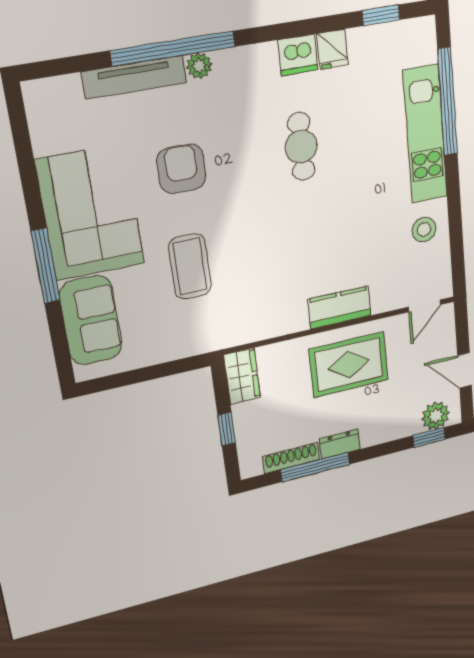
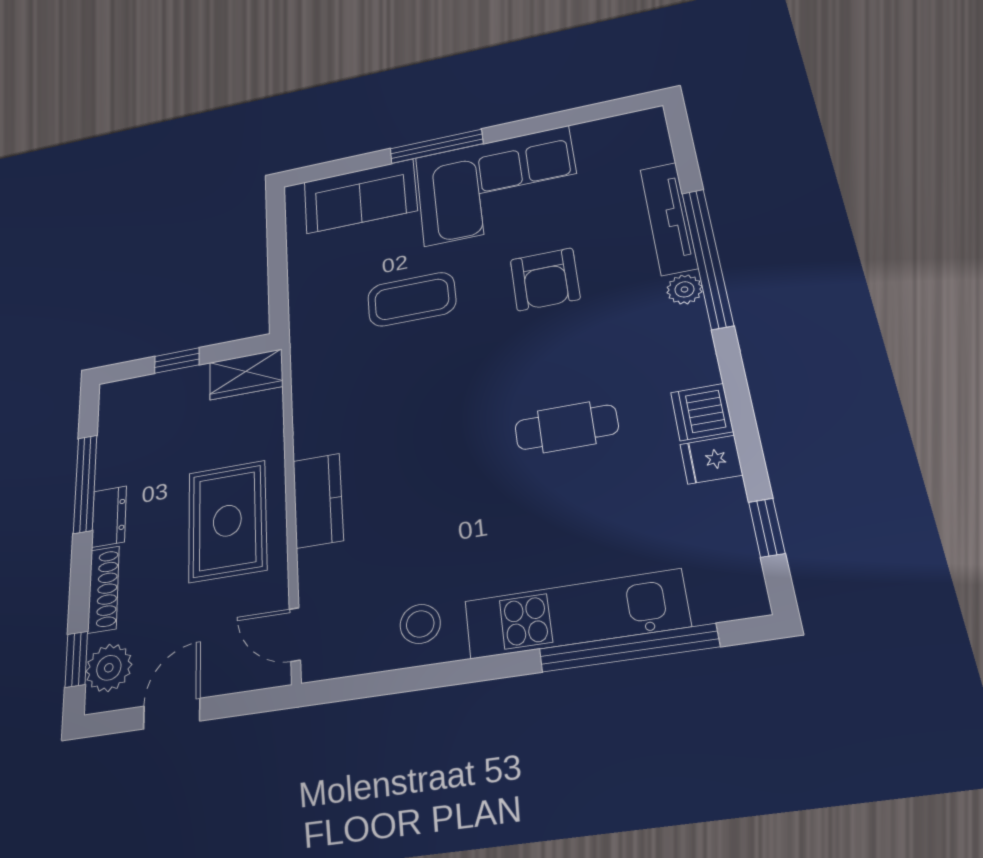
armchair: (181, 169) -> (545, 279), turned 90
shoe rack: (291, 458) -> (104, 589), moved

